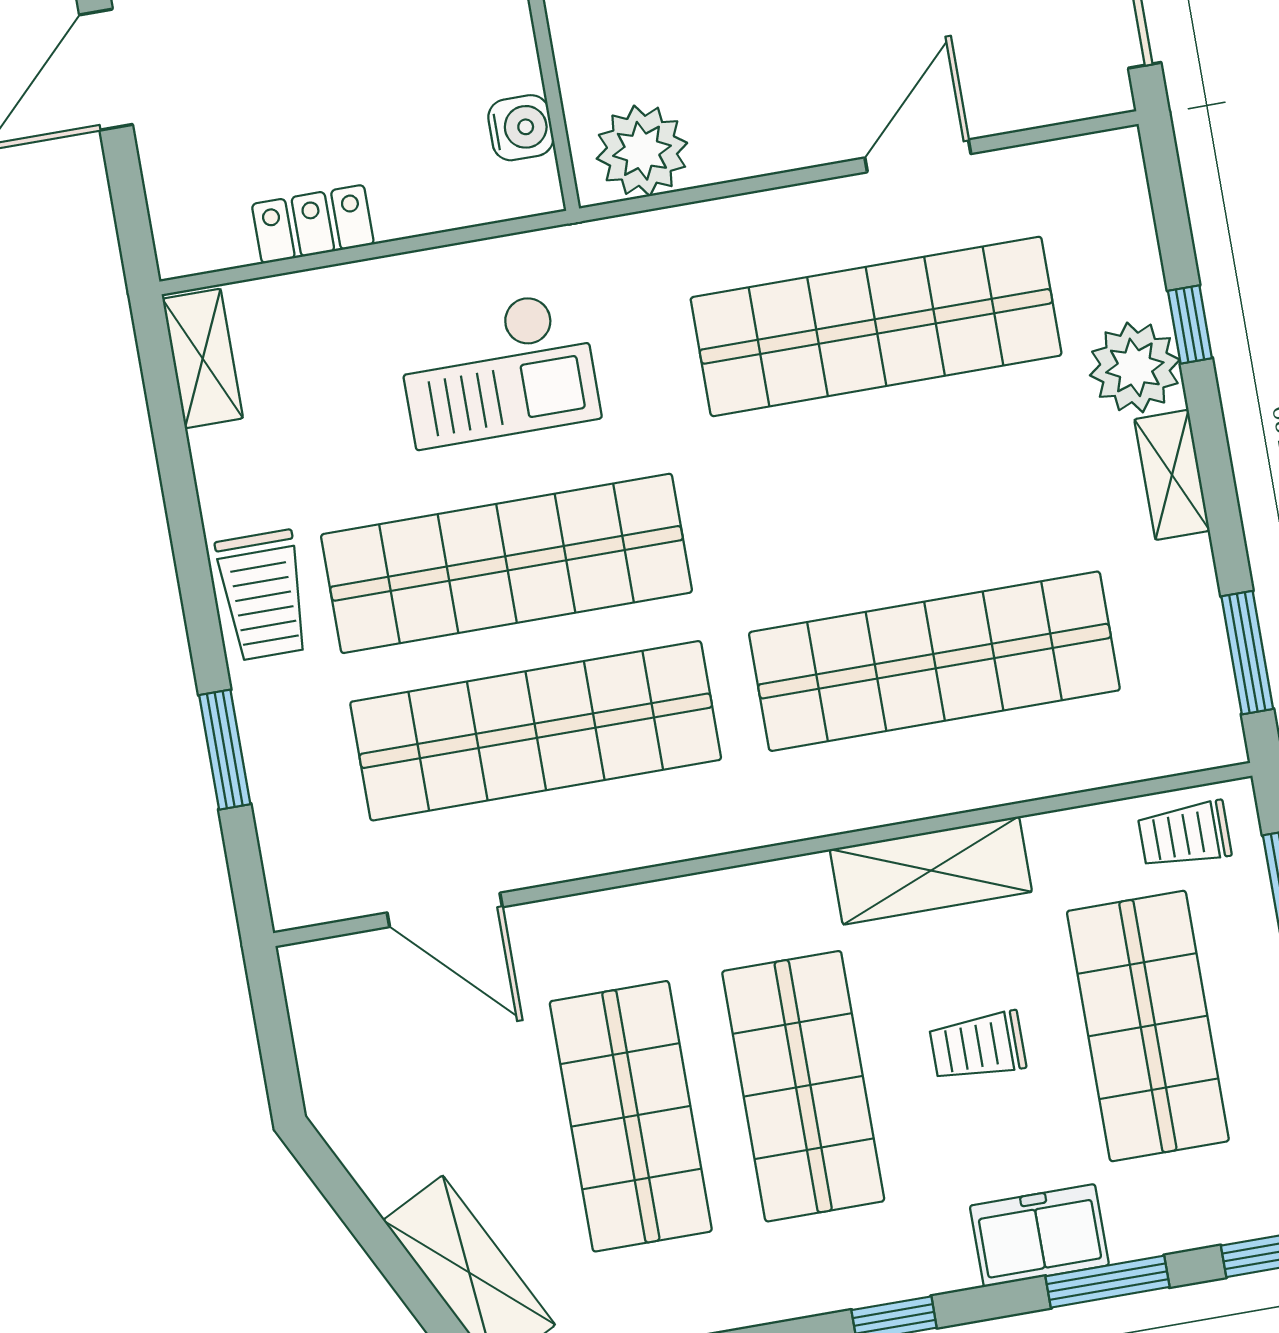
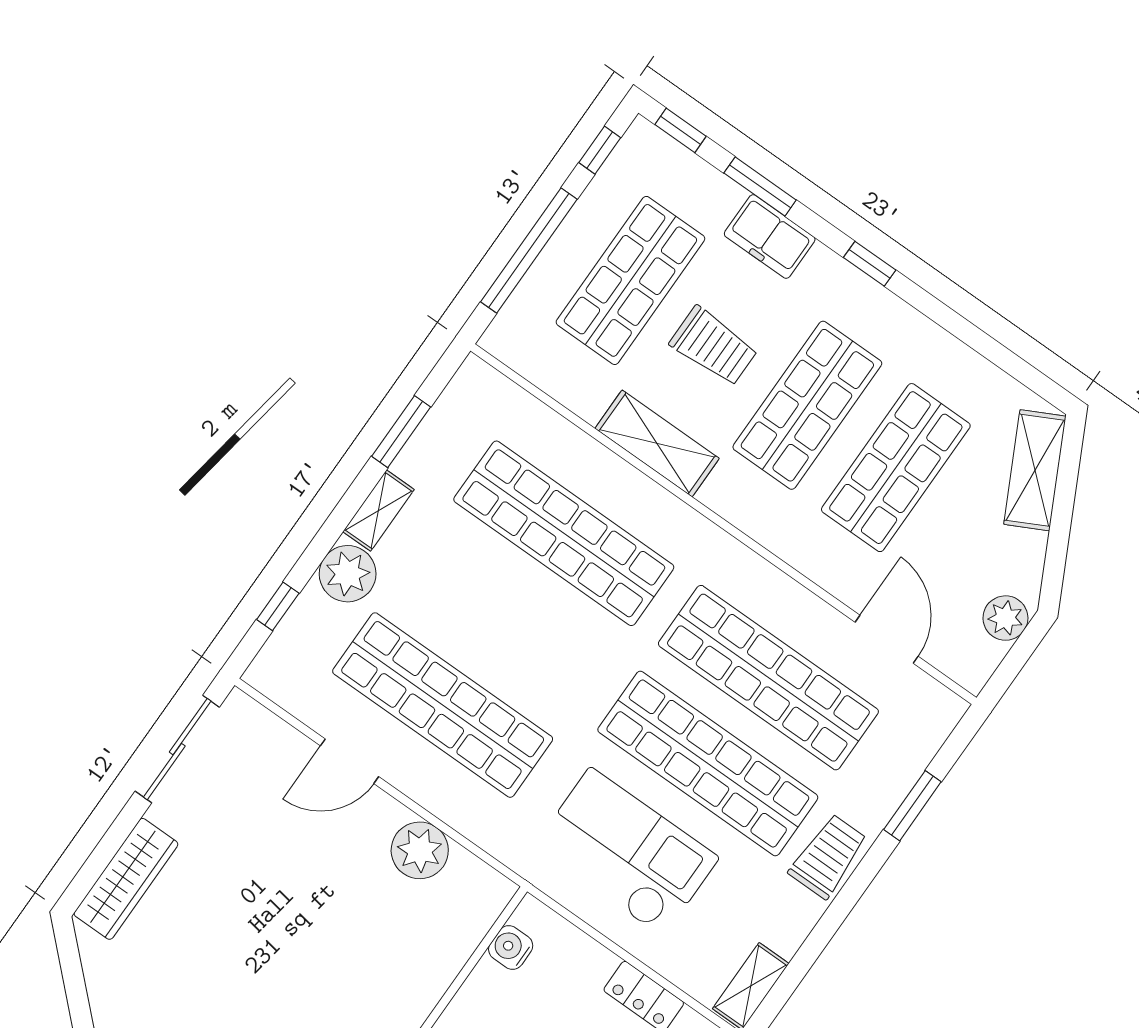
plant: (642, 151) -> (420, 850), moved
window: (1190, 324) -> (278, 606), moved
checkout: (498, 369) -> (626, 852), width x1.36, depth x1.21
window: (1247, 653) -> (401, 432), moved
trolley: (1185, 835) -> (531, 348), removed
trolley: (978, 1046) -> (714, 346), width x1.36, depth x1.39
plant: (333, 1070) -> (1005, 618), added

